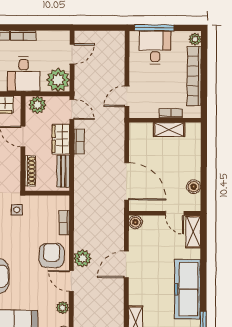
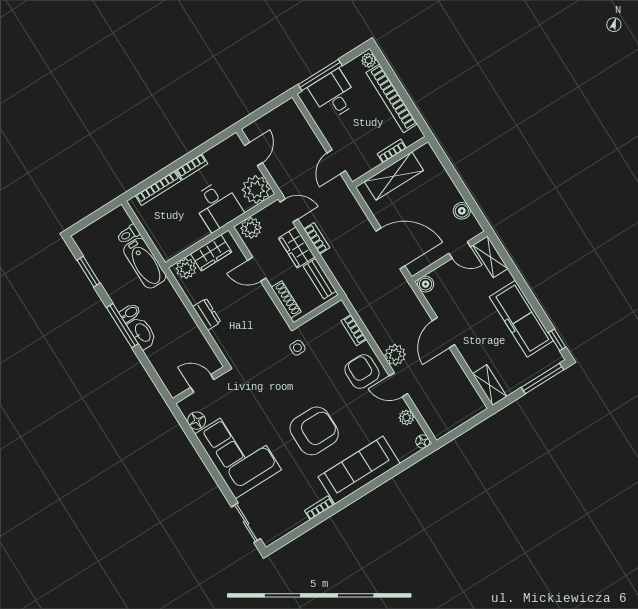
shelving: (169, 130) -> (394, 176), width x1.50, depth x1.33

